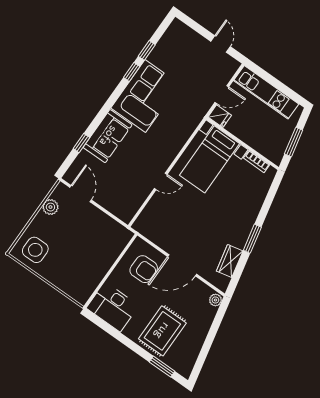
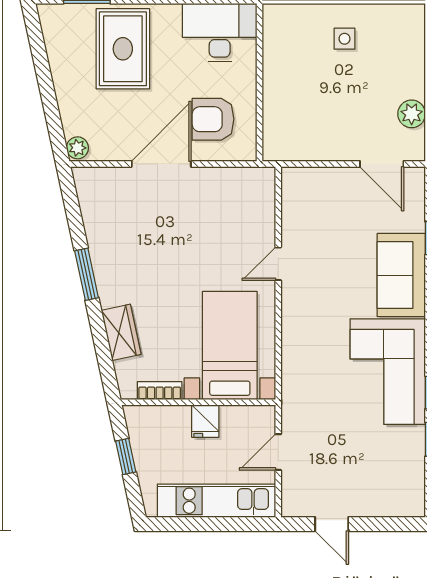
fridge: (220, 116) -> (205, 421), moved, turned -90
window: (294, 142) -> (126, 457), width x0.67
side table: (35, 250) -> (344, 39), moved, width x0.54, depth x0.54
wardrobe: (230, 261) -> (121, 332), moved

